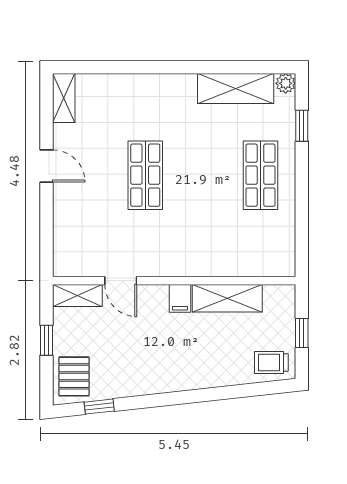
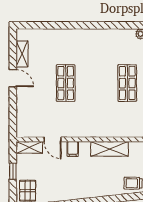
shelving: (236, 89) -> (114, 37), removed
shelving: (64, 98) -> (22, 54), moved
filing cabinet: (180, 298) -> (73, 149), moved

